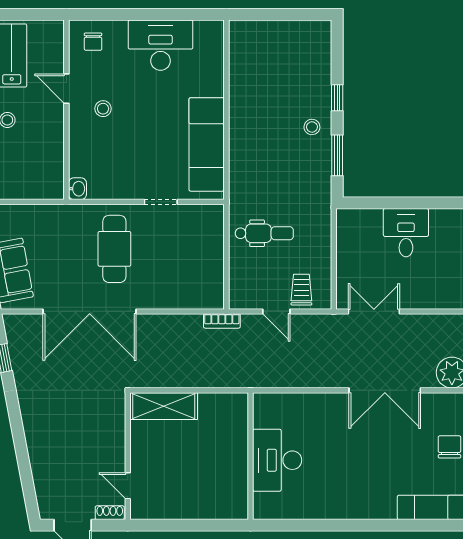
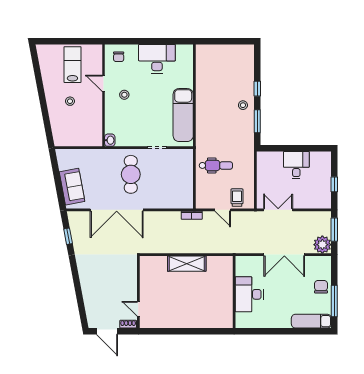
shelving: (164, 406) -> (187, 264), moved
wall: (250, 456) -> (234, 292), moved
desk: (277, 460) -> (249, 294), moved

